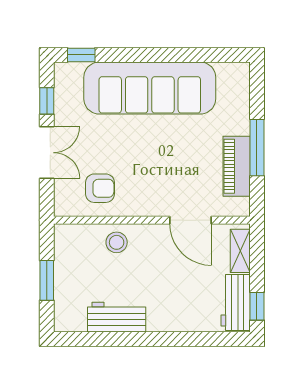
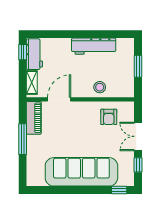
piano: (237, 166) -> (34, 118), moved
armchair: (100, 188) -> (109, 117), turned -90
door: (190, 220) -> (59, 99), hinge flipped
workbench: (117, 317) -> (94, 46), width x1.38

